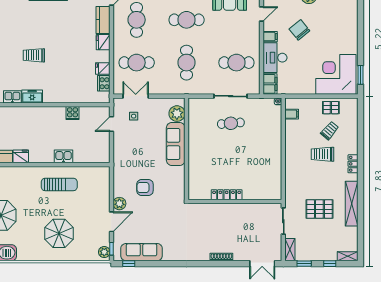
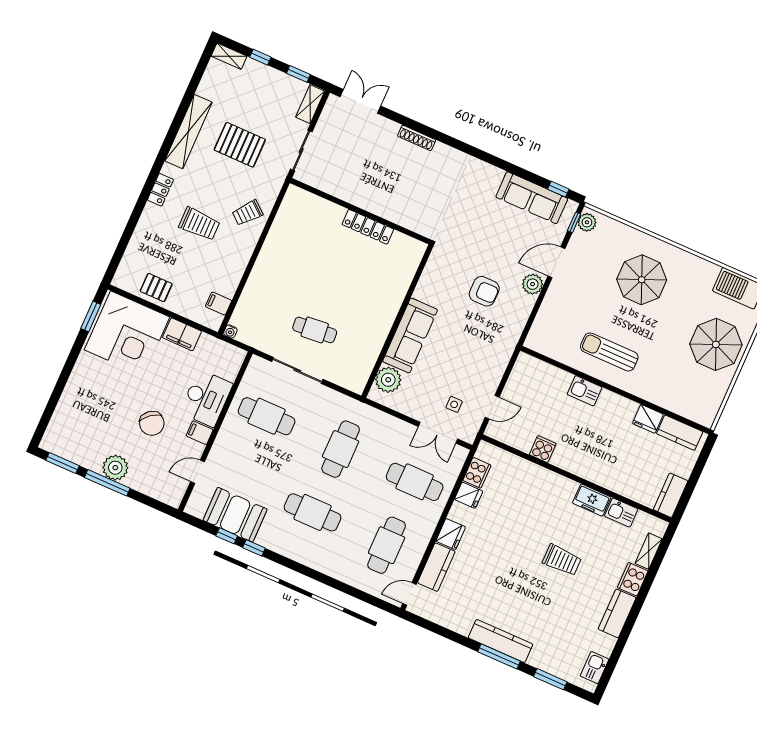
filing cabinet: (270, 84) -> (182, 334), moved, turned -90
trolley: (330, 131) -> (247, 213), moved

